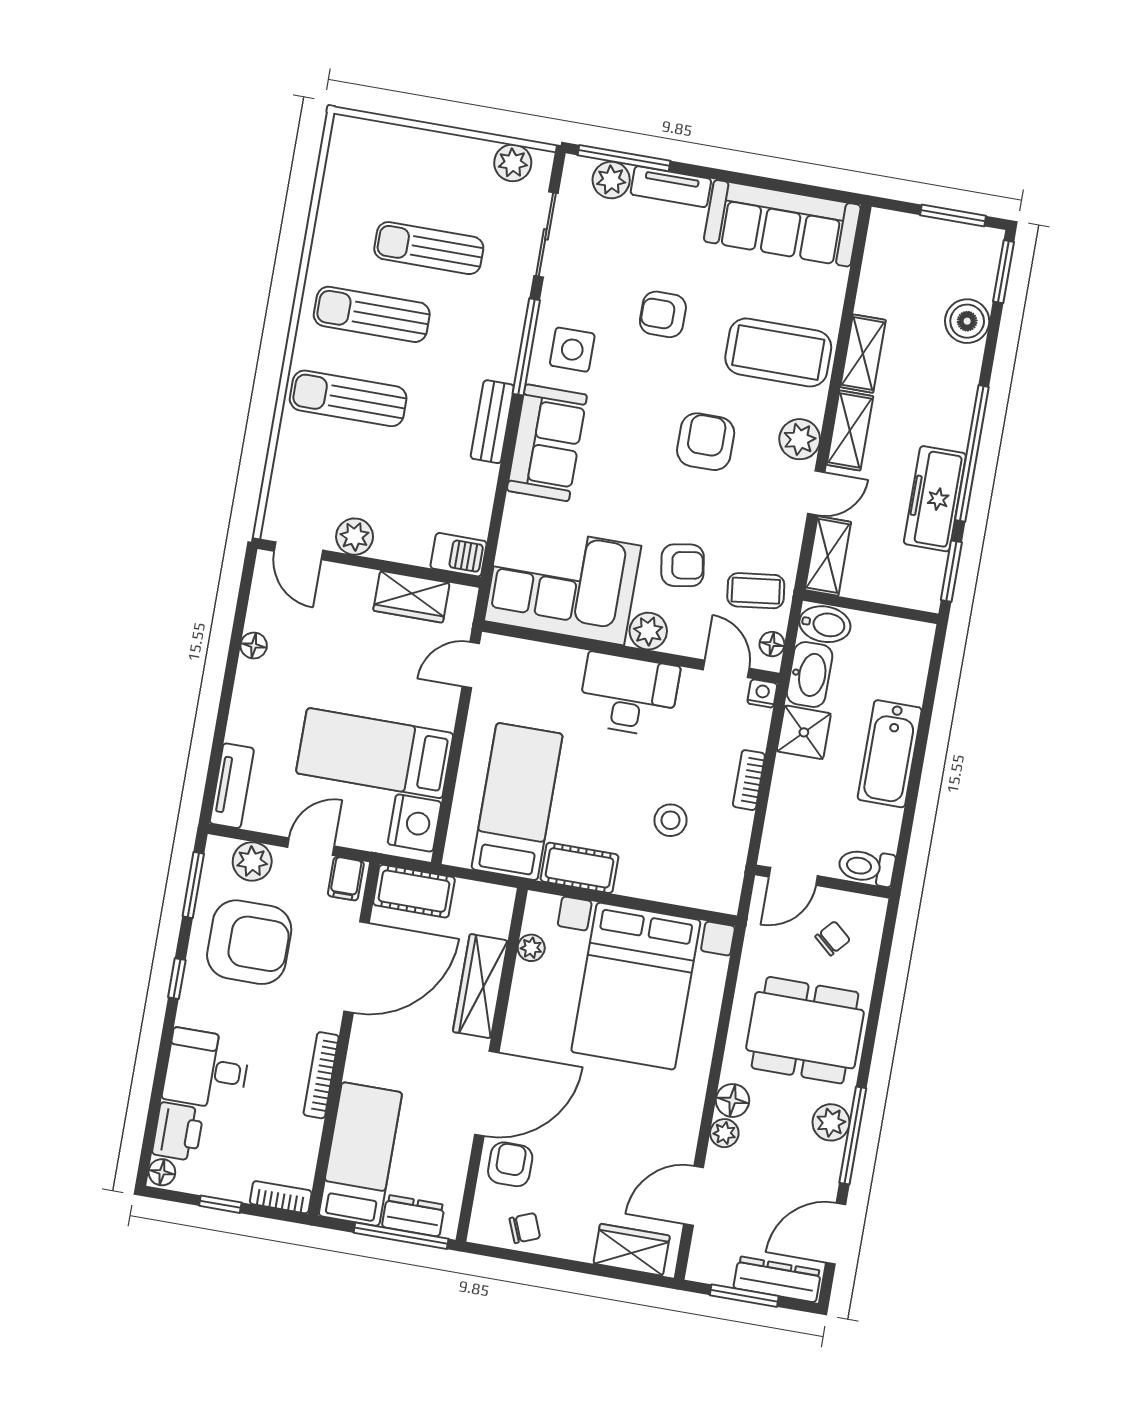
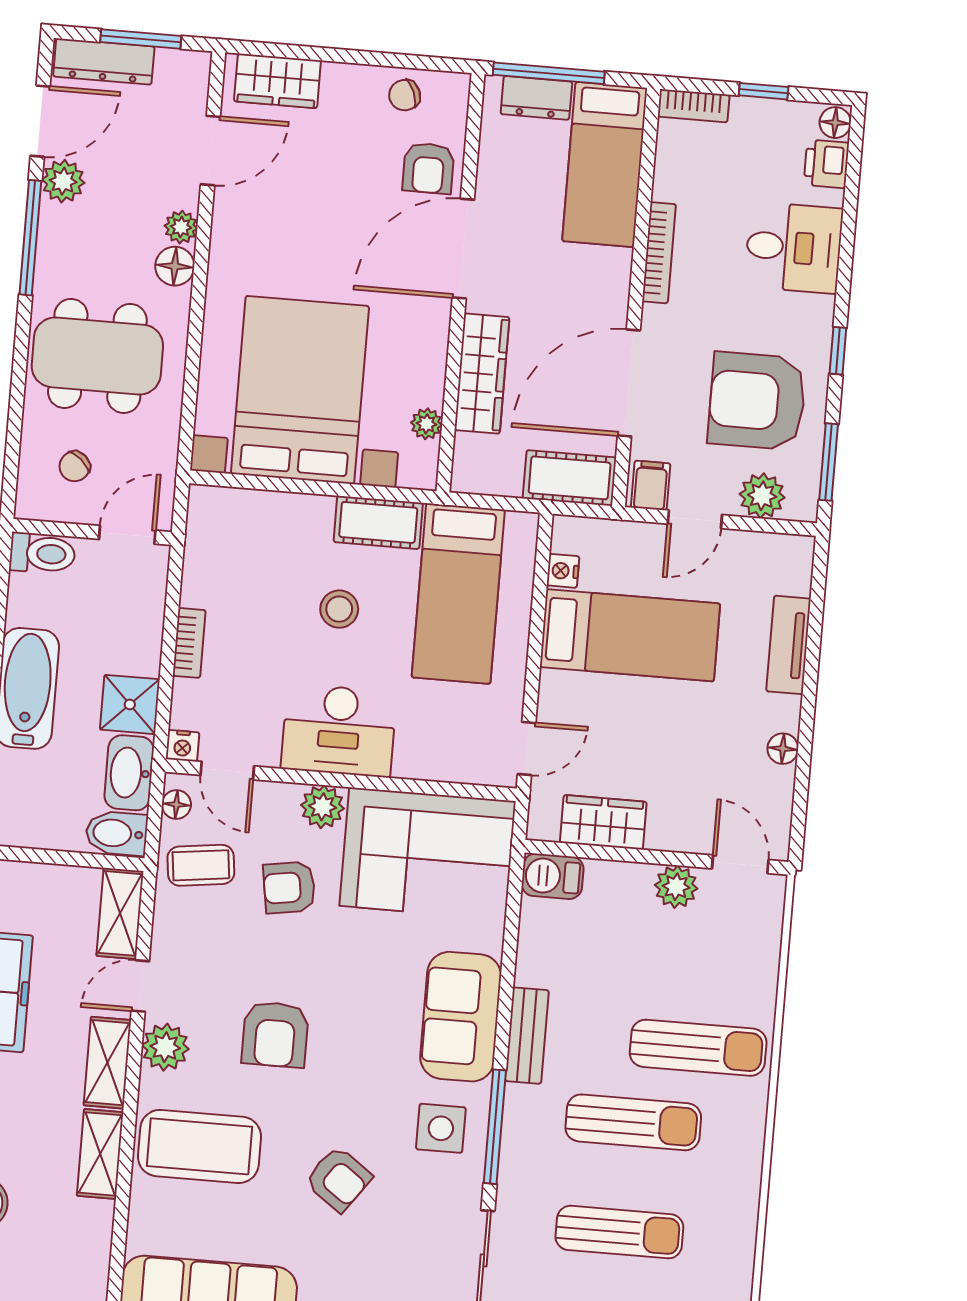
sun lounger: (372, 314) -> (633, 1122), moved
armchair: (663, 314) -> (338, 1179), turned 36
tv unit: (232, 786) -> (789, 645), moved
stool: (671, 820) -> (339, 609), moved
nightstand: (414, 823) -> (563, 571), width x0.53, depth x0.56
plant: (831, 1122) -> (63, 181), moved
printer: (178, 1132) -> (826, 164), width x0.73, depth x0.81

